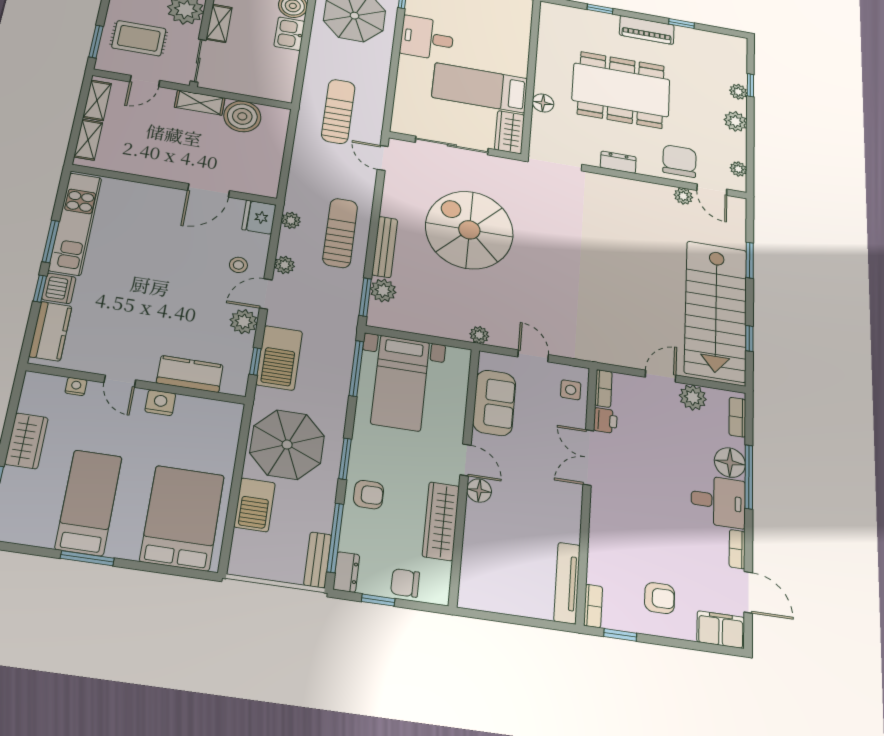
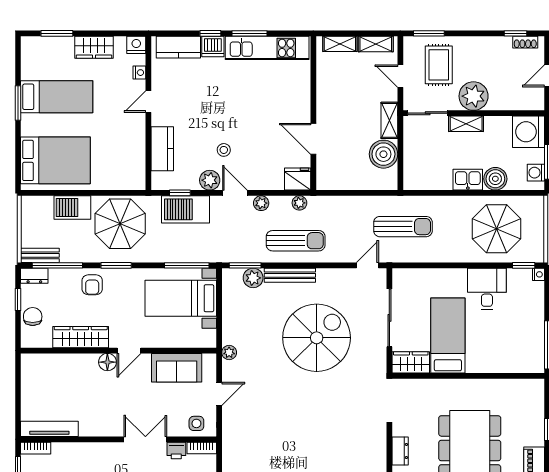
floor lamp: (543, 103) -> (444, 387), removed
stool: (238, 265) -> (224, 150), moved
nightstand: (160, 403) -> (136, 45), moved, turned -90

